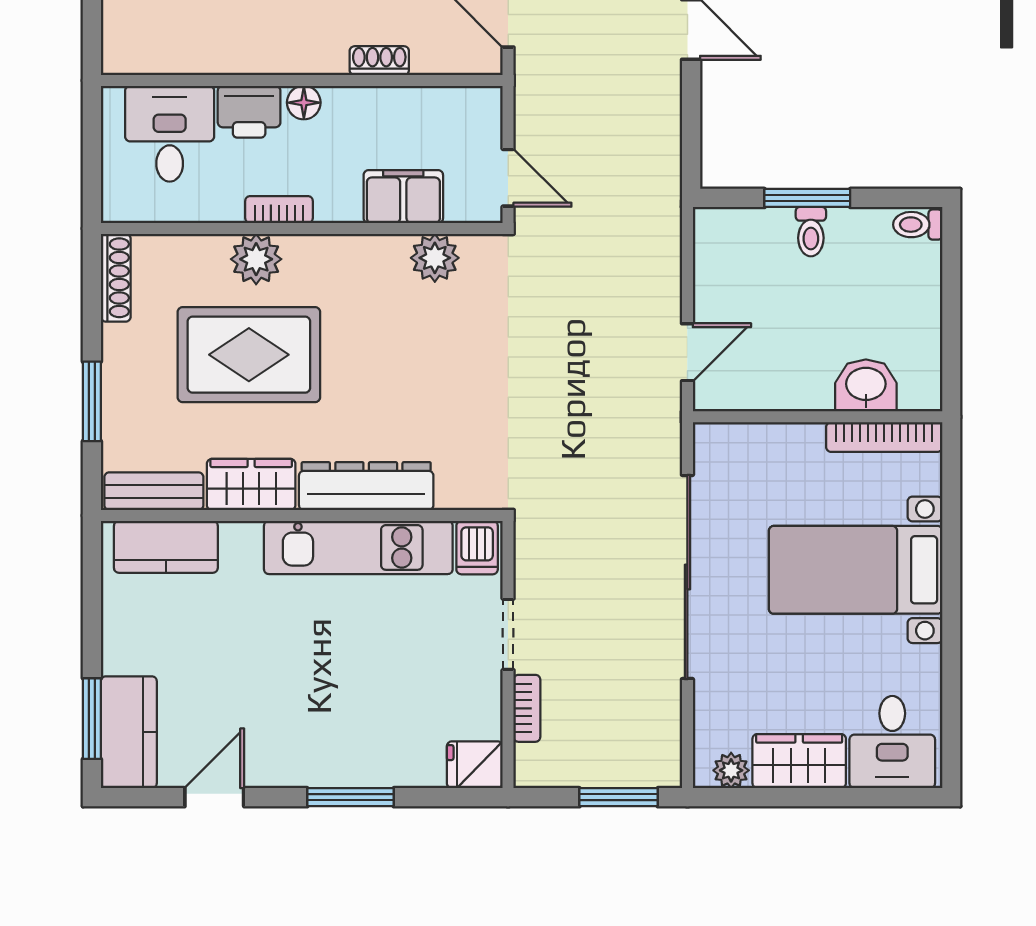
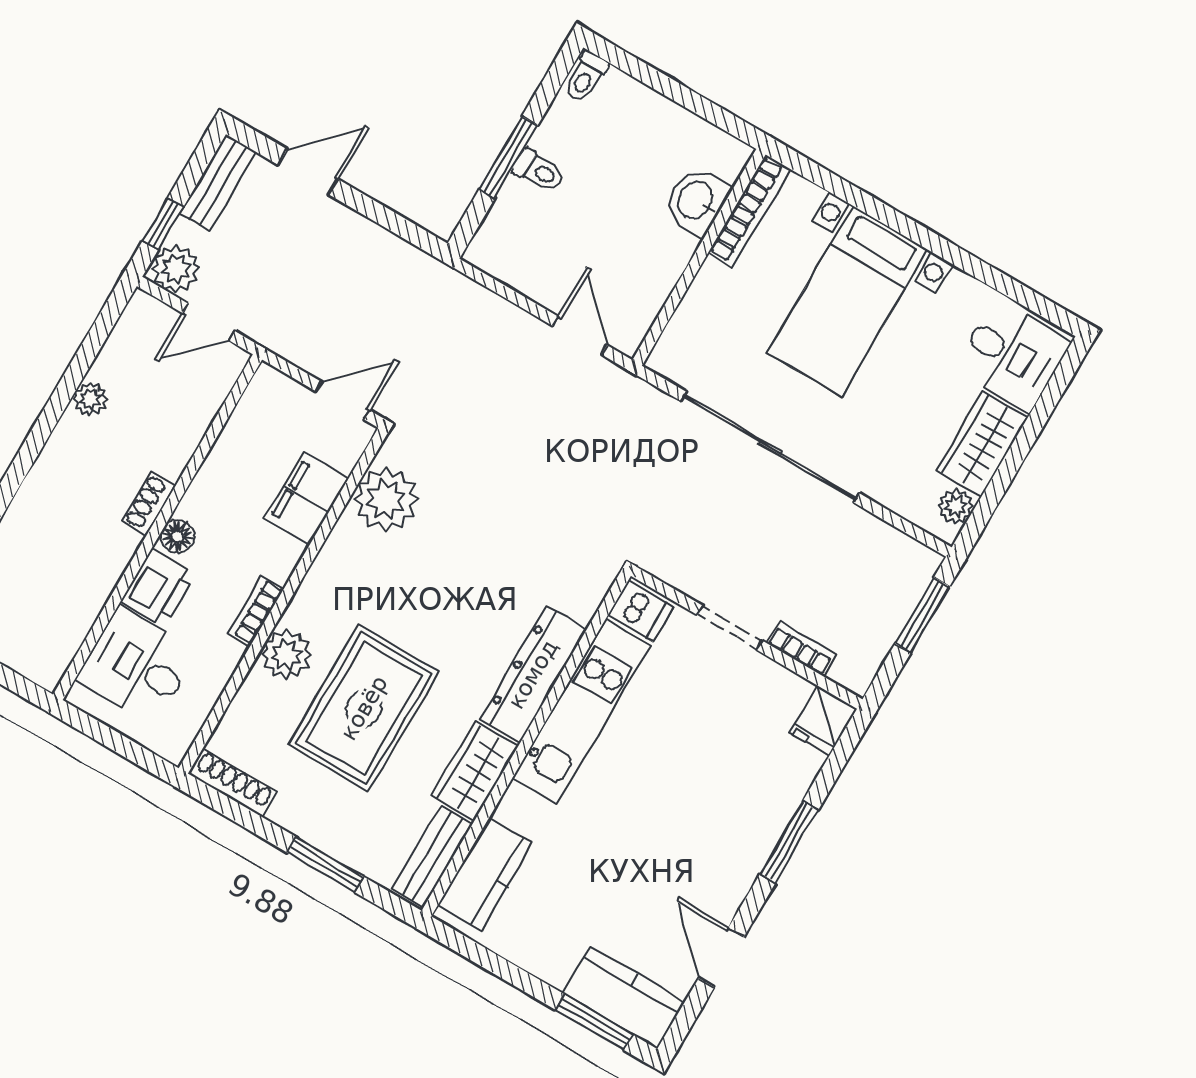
shoe rack: (379, 61) -> (149, 504), moved
plant: (435, 258) -> (386, 500), width x1.36, depth x1.36

